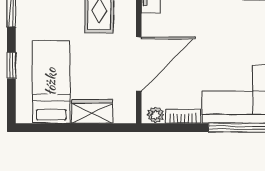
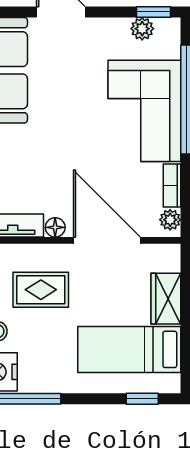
floor lamp: (149, 22) -> (55, 227), added
window: (11, 65) -> (142, 399), moved

